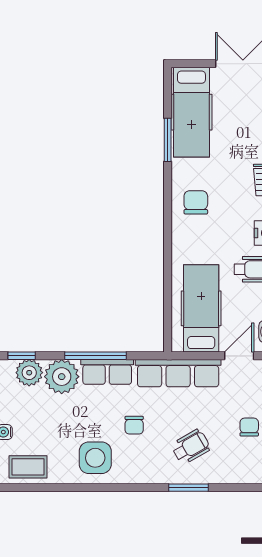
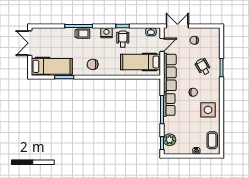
door: (239, 356) -> (162, 45), swing flipped
plant: (62, 377) -> (171, 125), removed

